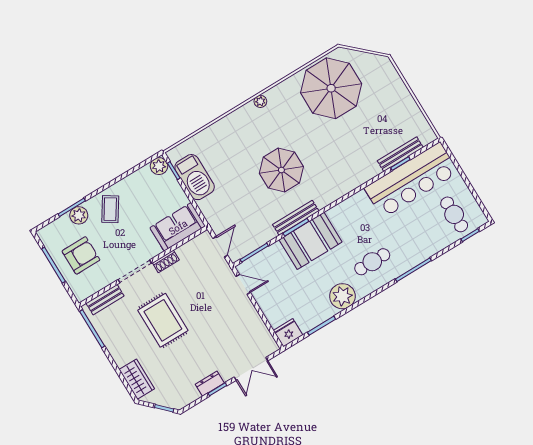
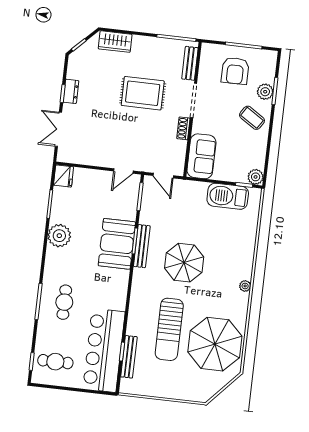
sun lounger: (349, 138) -> (169, 329), added
cafe table: (372, 262) -> (64, 302), moved

